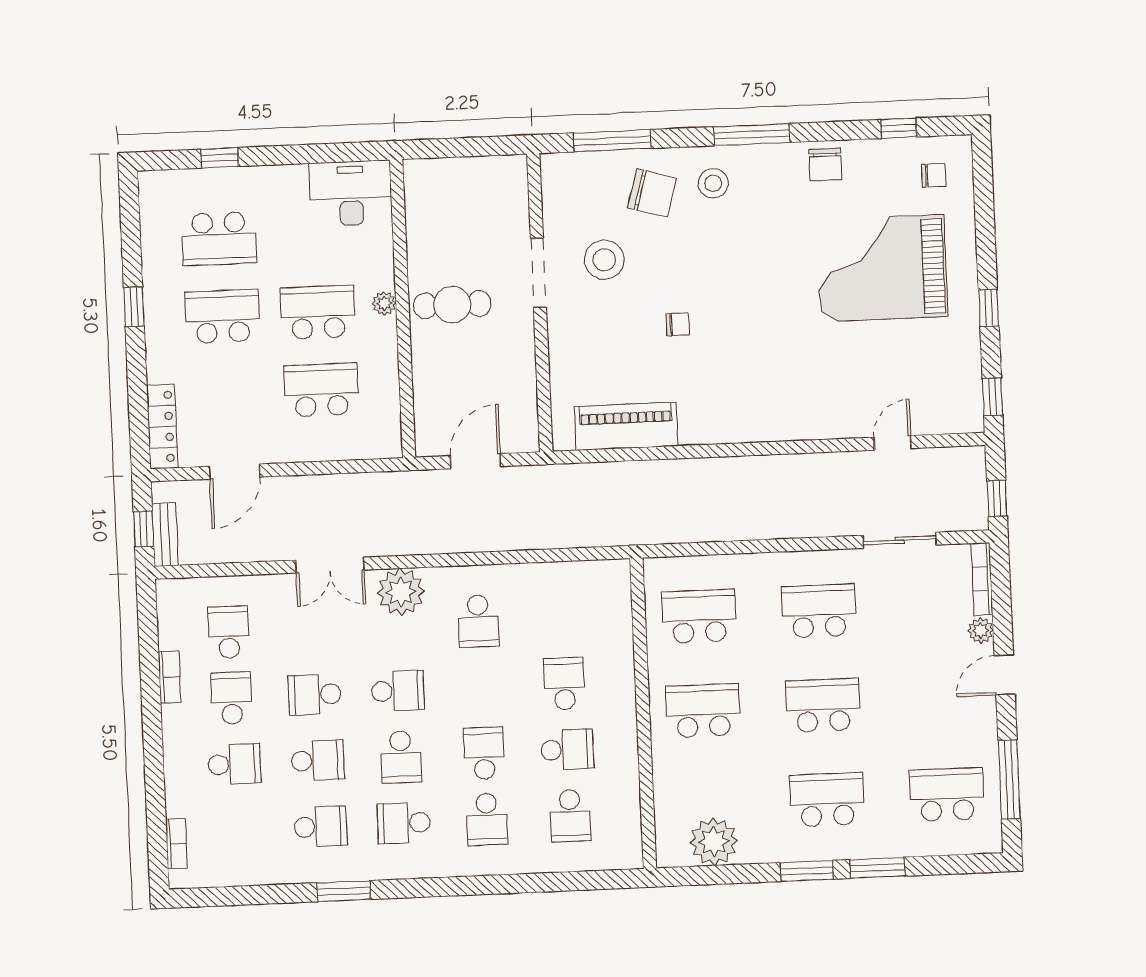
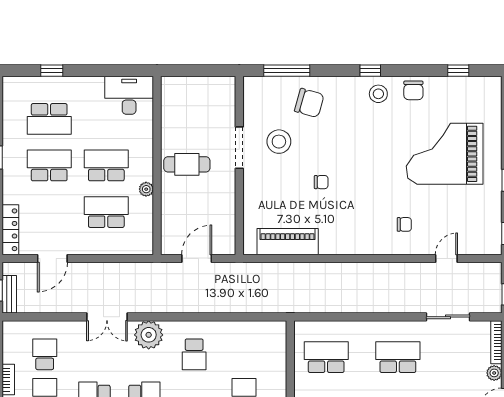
window: (752, 135) -> (370, 71), width x0.46
chair: (934, 175) -> (404, 224), moved
stool: (713, 183) -> (378, 94), moved
plant: (384, 303) -> (146, 189), moved

